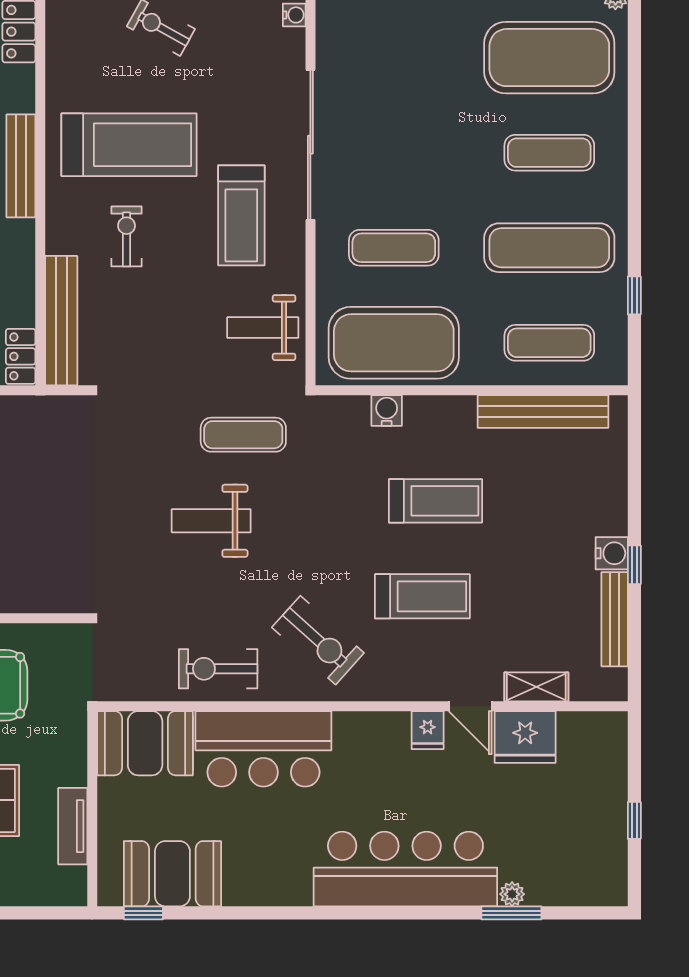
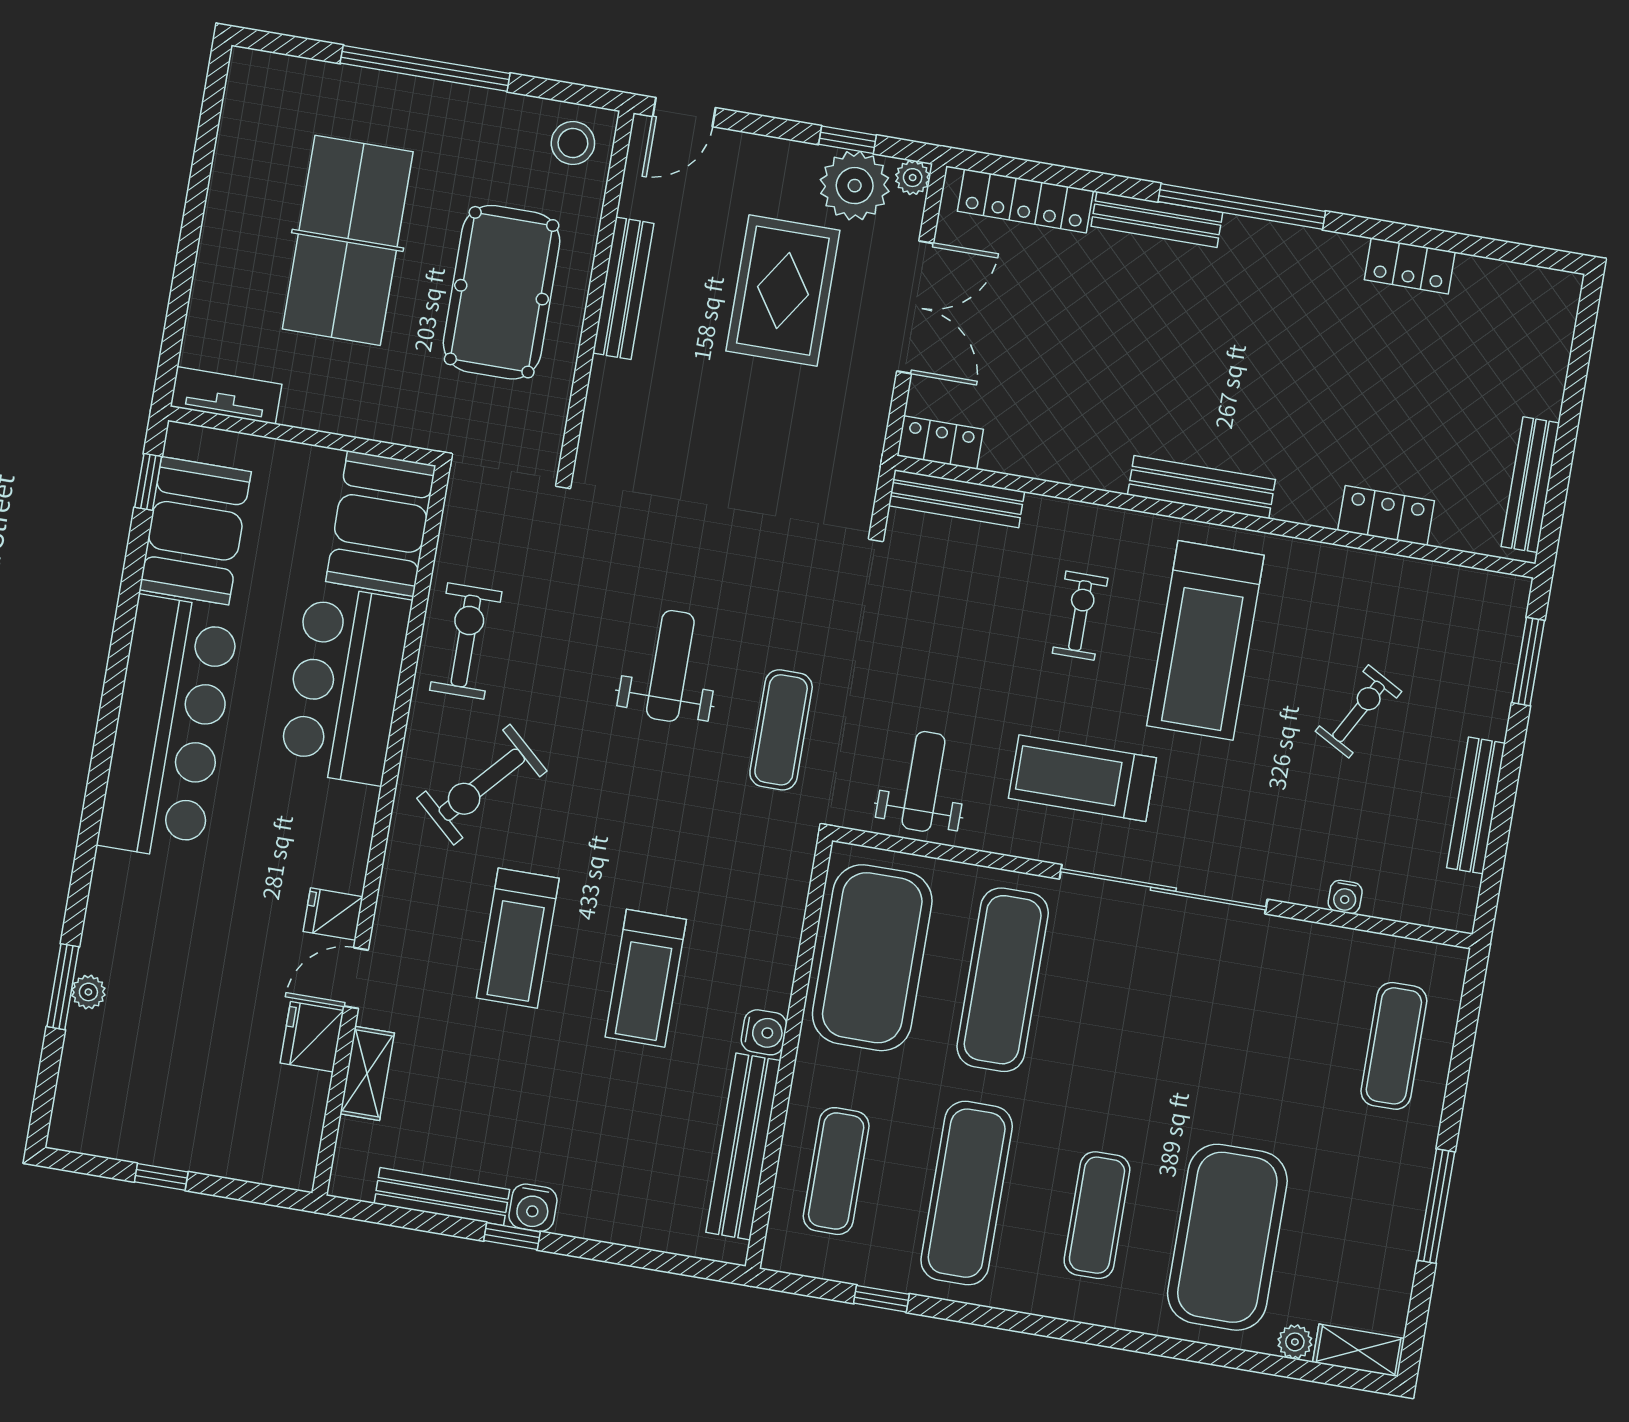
exercise bike: (127, 236) -> (1080, 616), turned -90
exercise mat: (394, 248) -> (1003, 980), width x1.36, depth x1.45
bench: (61, 321) -> (957, 499), width x0.73, depth x0.82
water cooler: (387, 411) -> (764, 1032), moved
fridge: (525, 737) -> (312, 1037), width x0.73, depth x0.75
tv unit: (73, 826) -> (226, 395), moved
bar counter: (405, 869) -> (169, 728), moved

